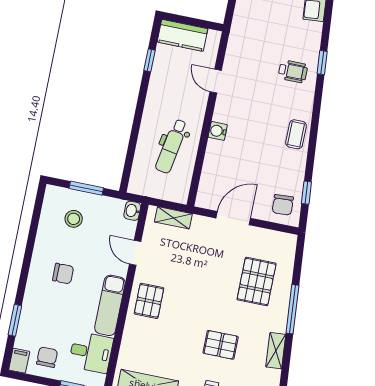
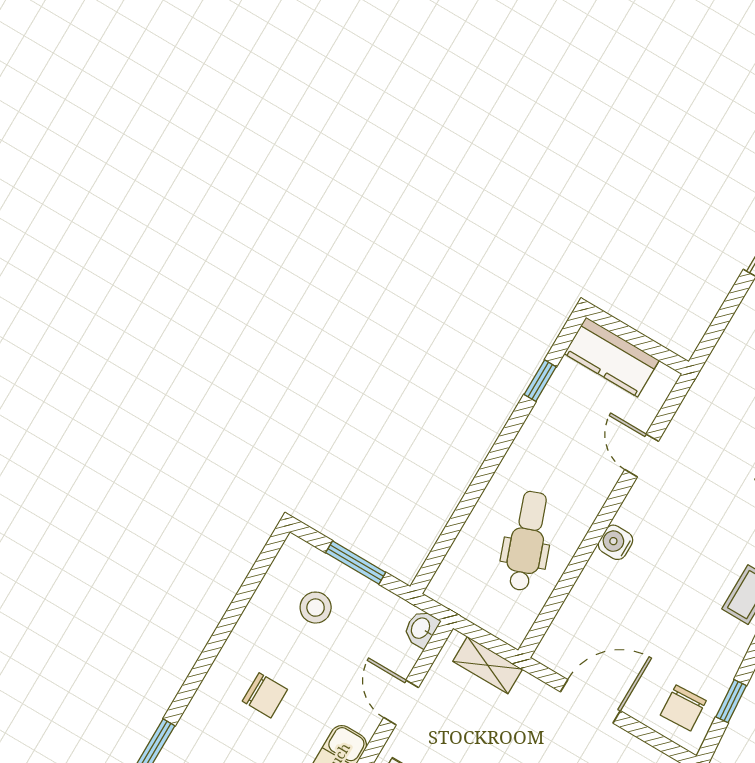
dental chair: (172, 146) -> (527, 541), turned 150

